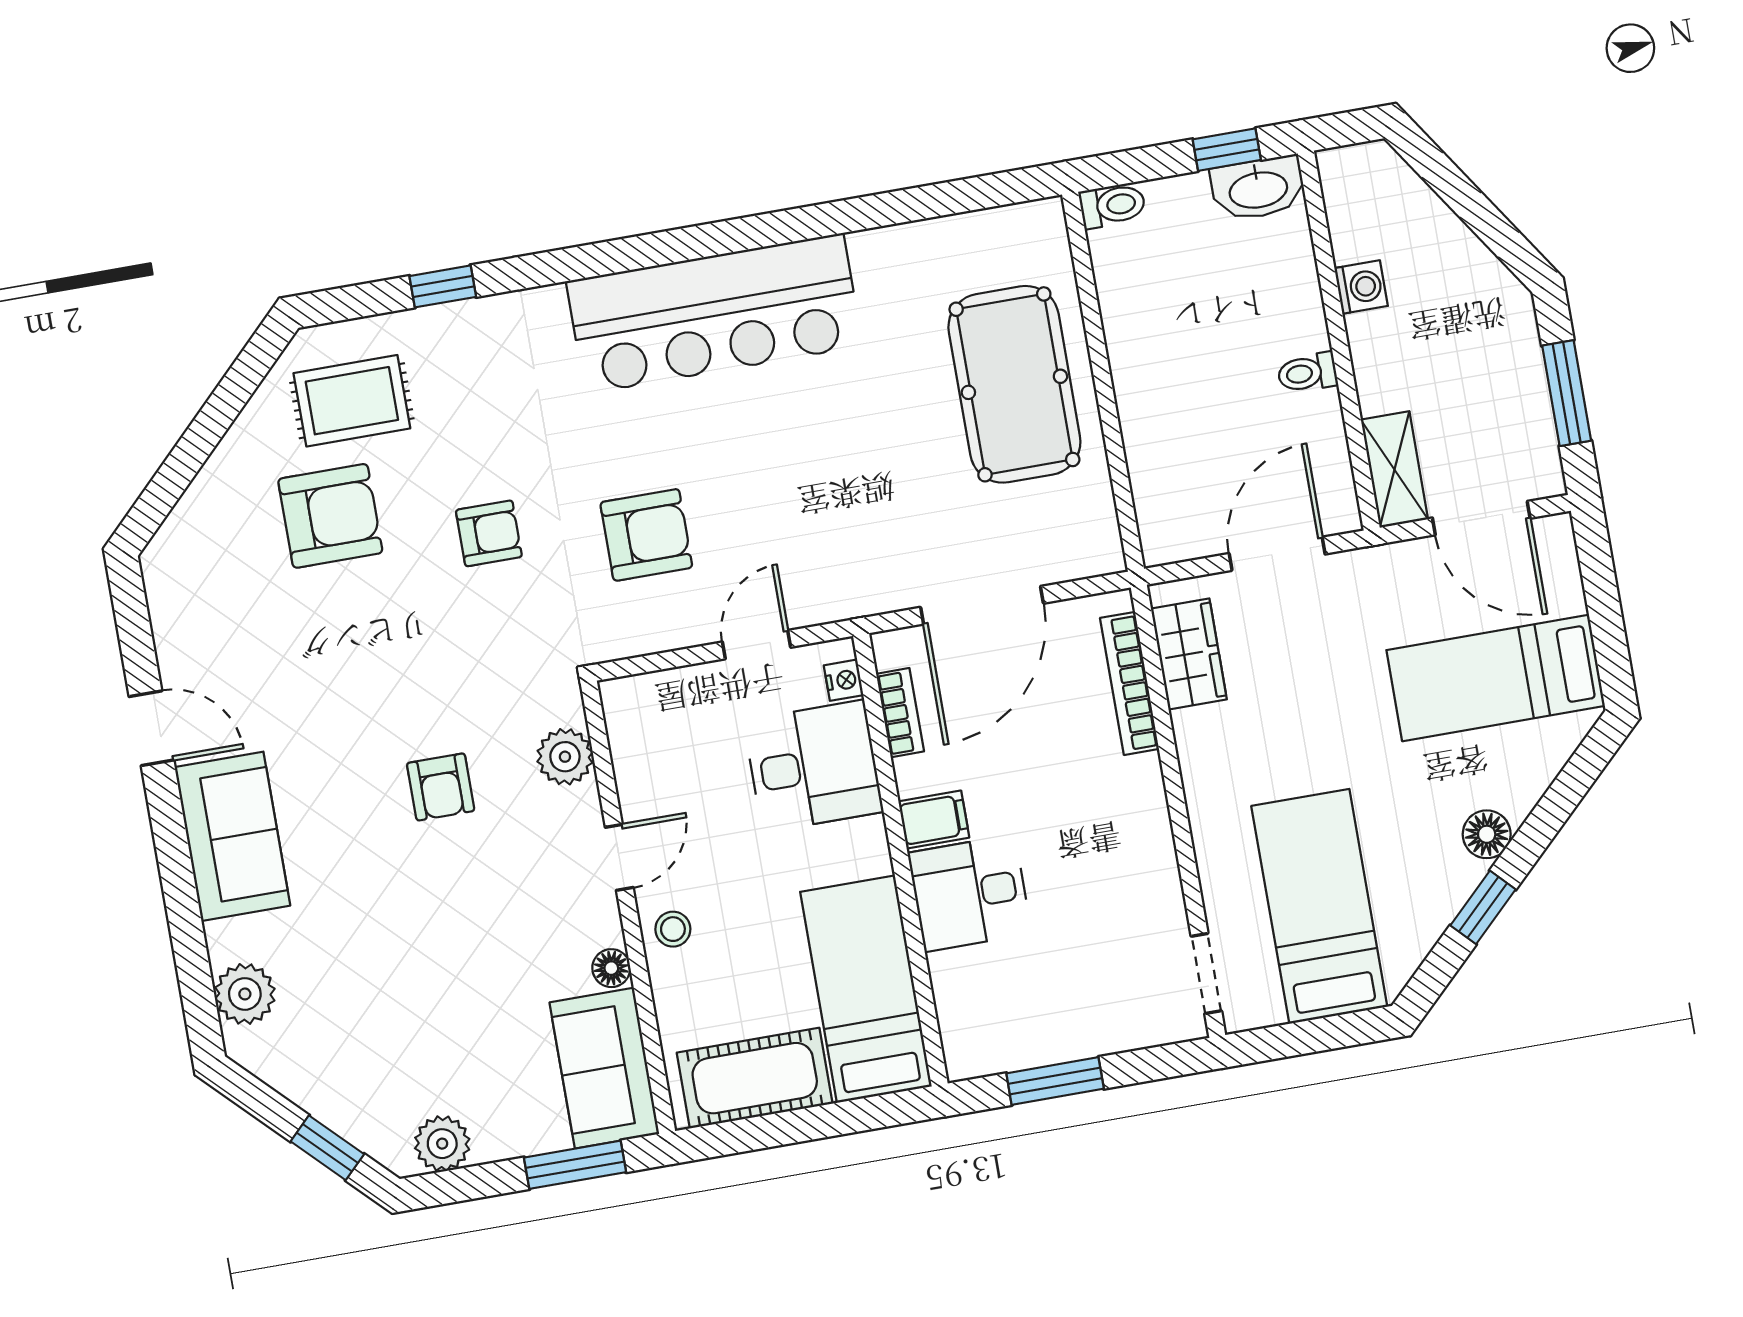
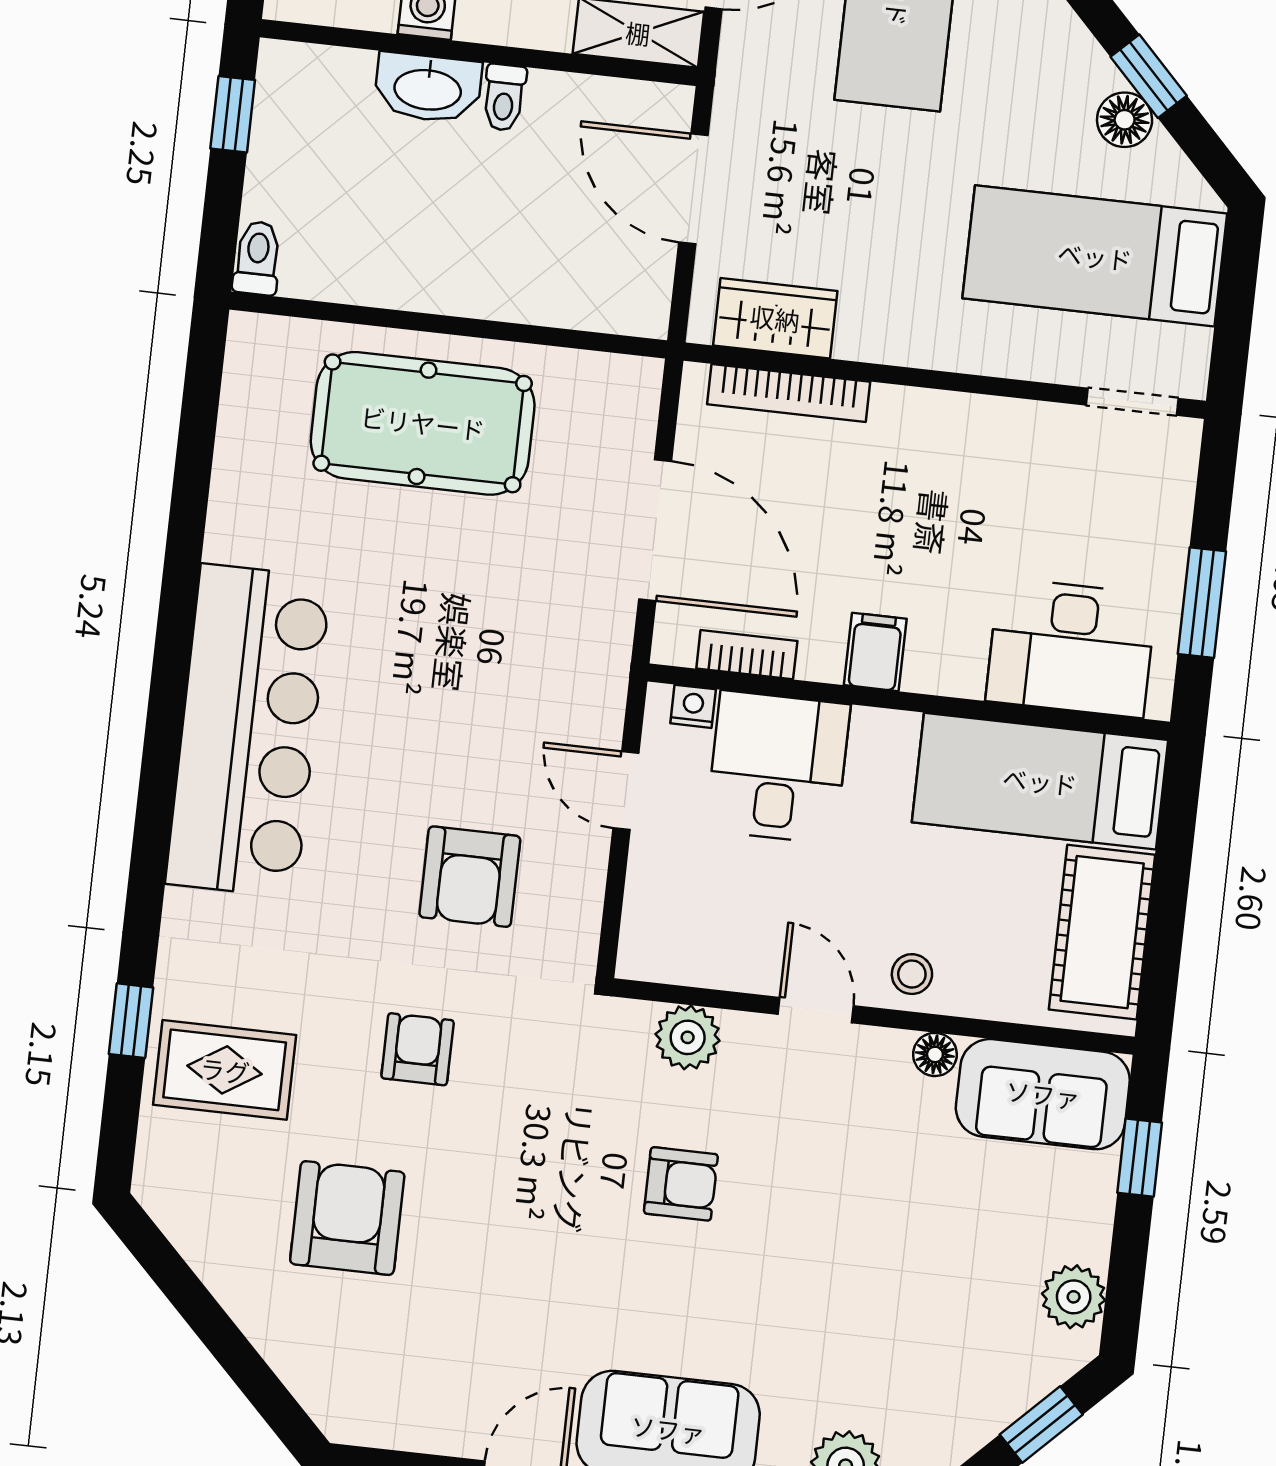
washbasin: (1258, 188) -> (428, 88), moved, turned 90
rug: (352, 401) -> (225, 1070), moved, turned 90
armchair: (646, 535) -> (470, 877), turned 180
floor lamp: (1487, 834) -> (1125, 120), moved
desk: (970, 893) -> (1071, 648), moved, width x1.37
window: (575, 1165) -> (1140, 1158), width x0.67

